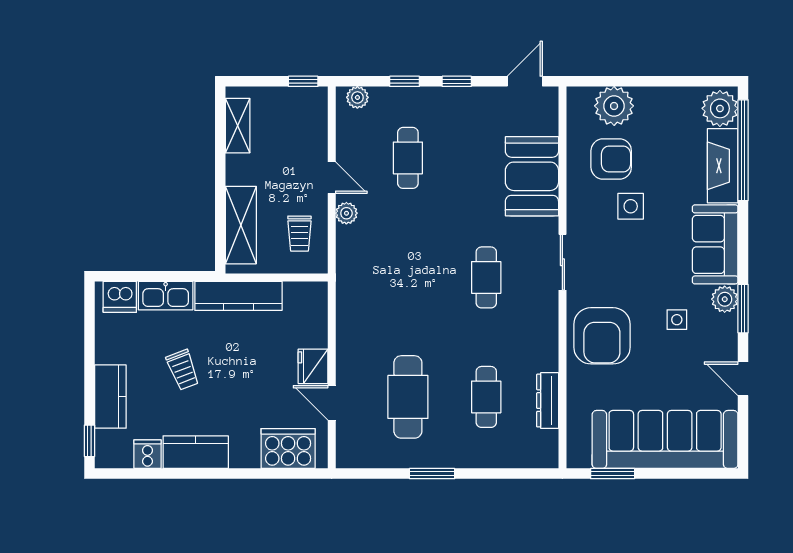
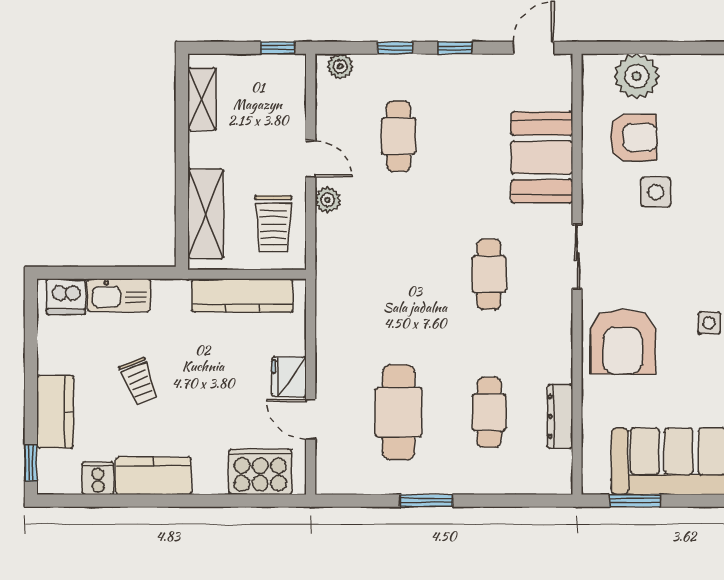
trolley: (299, 234) -> (273, 224), width x1.36, depth x1.39
kitchen counter: (238, 296) -> (242, 295), moved

